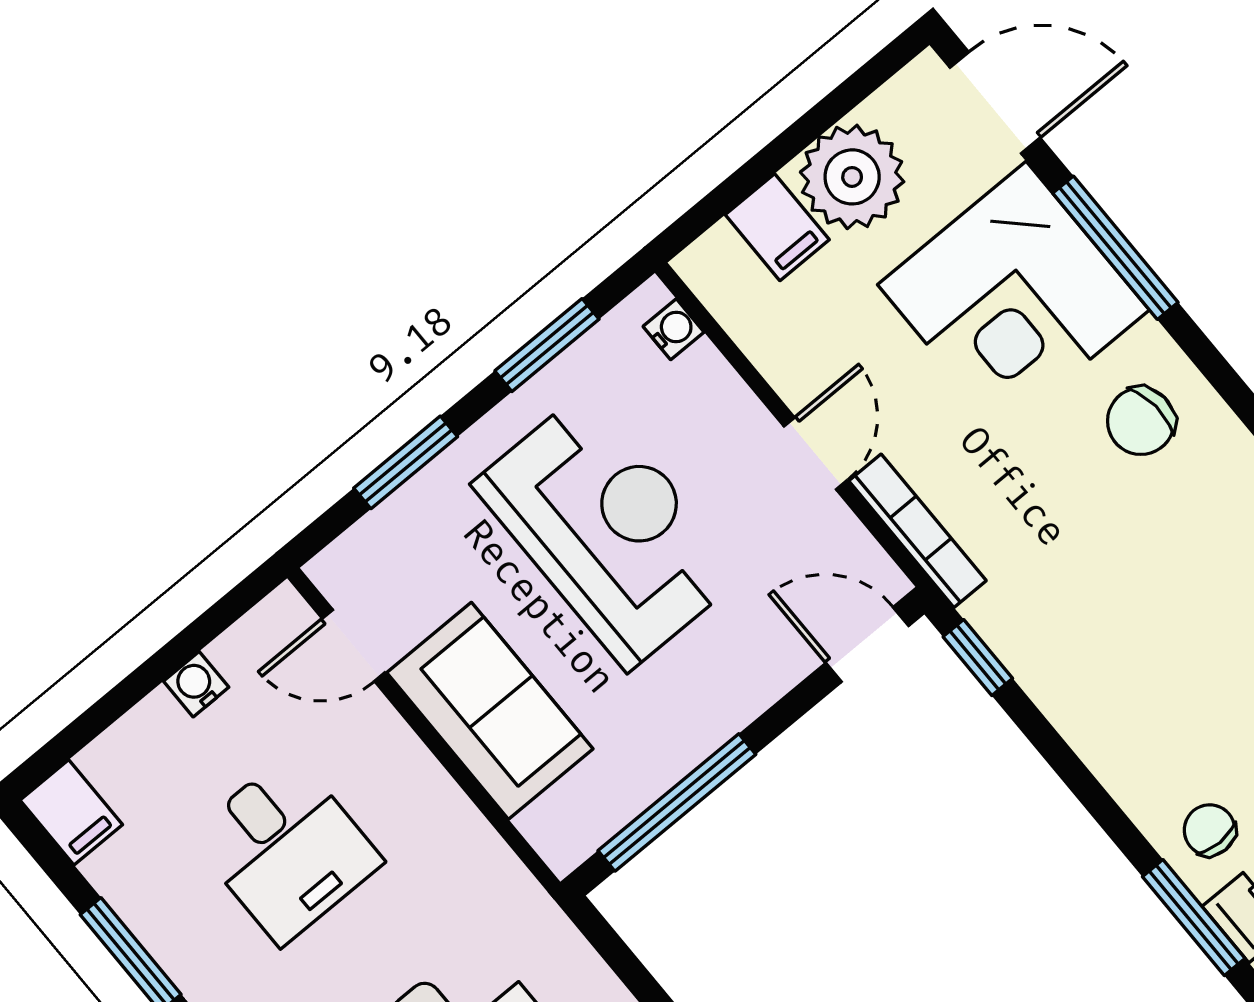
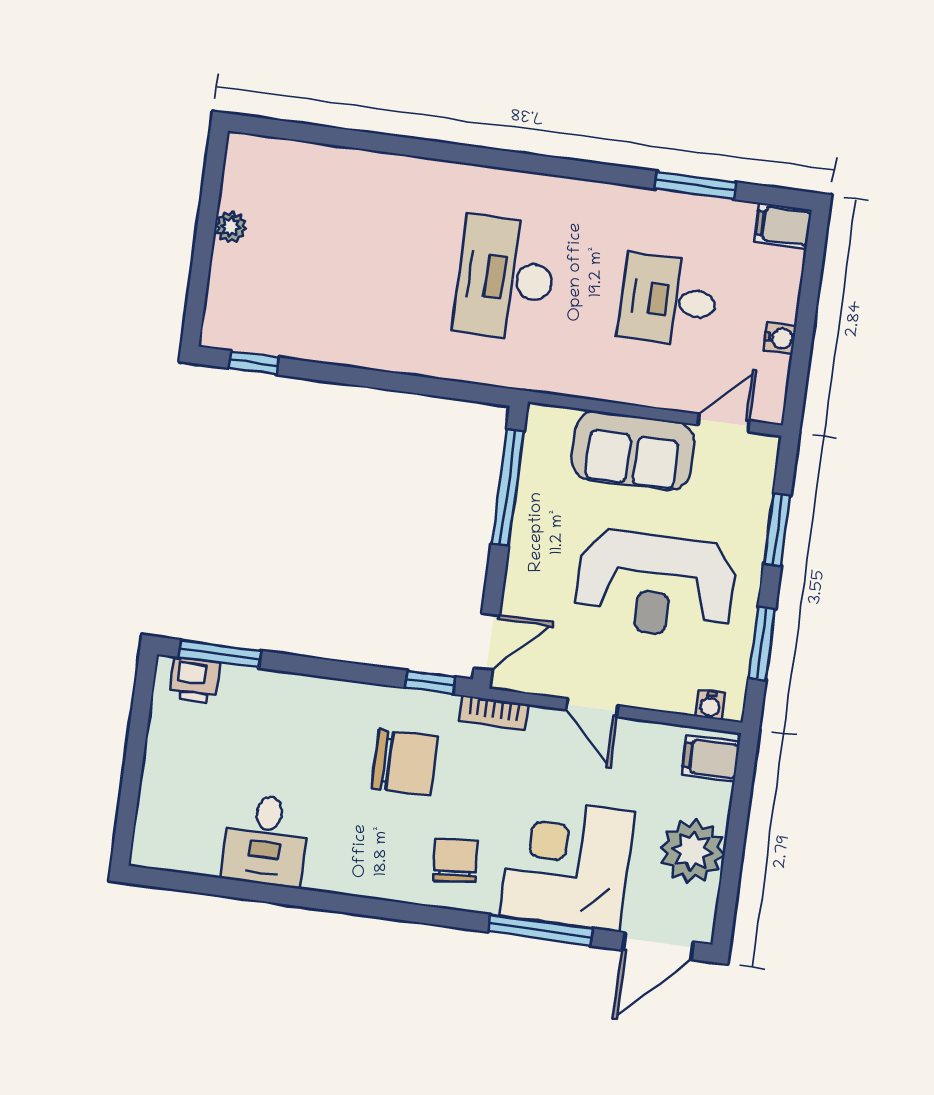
filing cabinet: (777, 227) -> (711, 758), moved
bookcase: (917, 531) -> (493, 713), width x0.64
chair: (1210, 830) -> (405, 762), moved, width x1.87, depth x1.87

